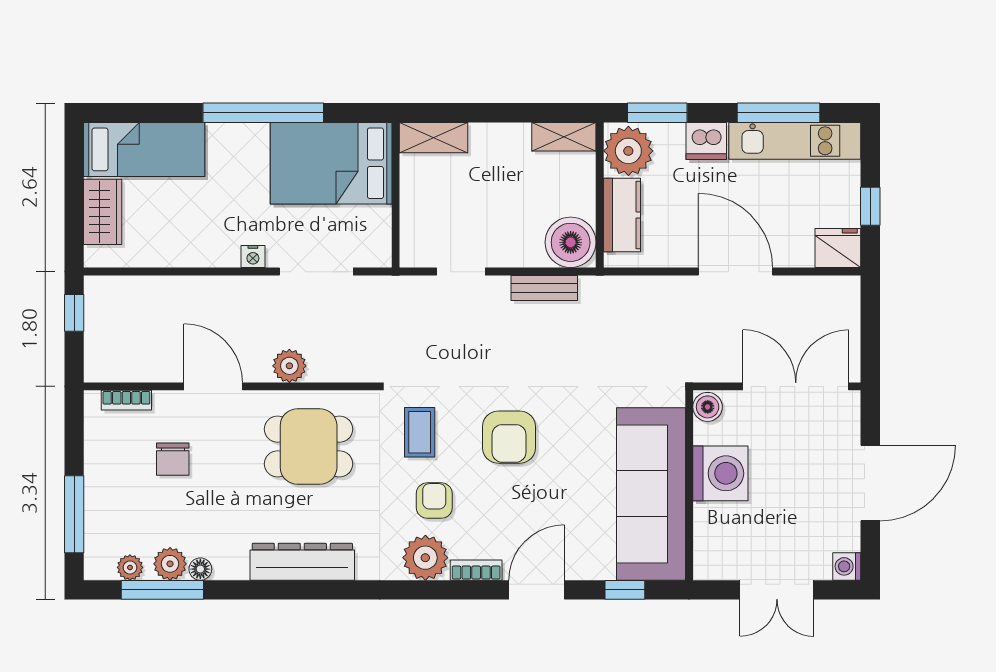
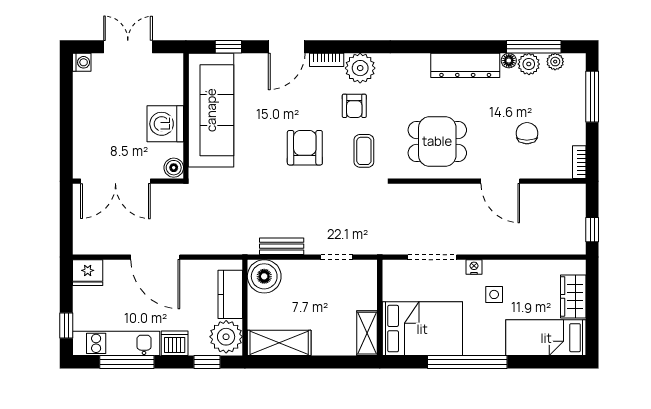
window: (657, 113) -> (207, 362), width x0.67
shelving: (564, 137) -> (279, 343), width x1.50, depth x1.33
shelving: (434, 138) -> (367, 333), moved, turned 90
window: (870, 206) -> (66, 325), moved
side table: (223, 215) -> (494, 294), added
plant: (289, 366) -> (450, 195), removed
bookcase: (126, 400) -> (579, 162), moved, turned -90
door: (870, 483) -> (66, 117), removed
dresser: (302, 562) -> (465, 65), moved

